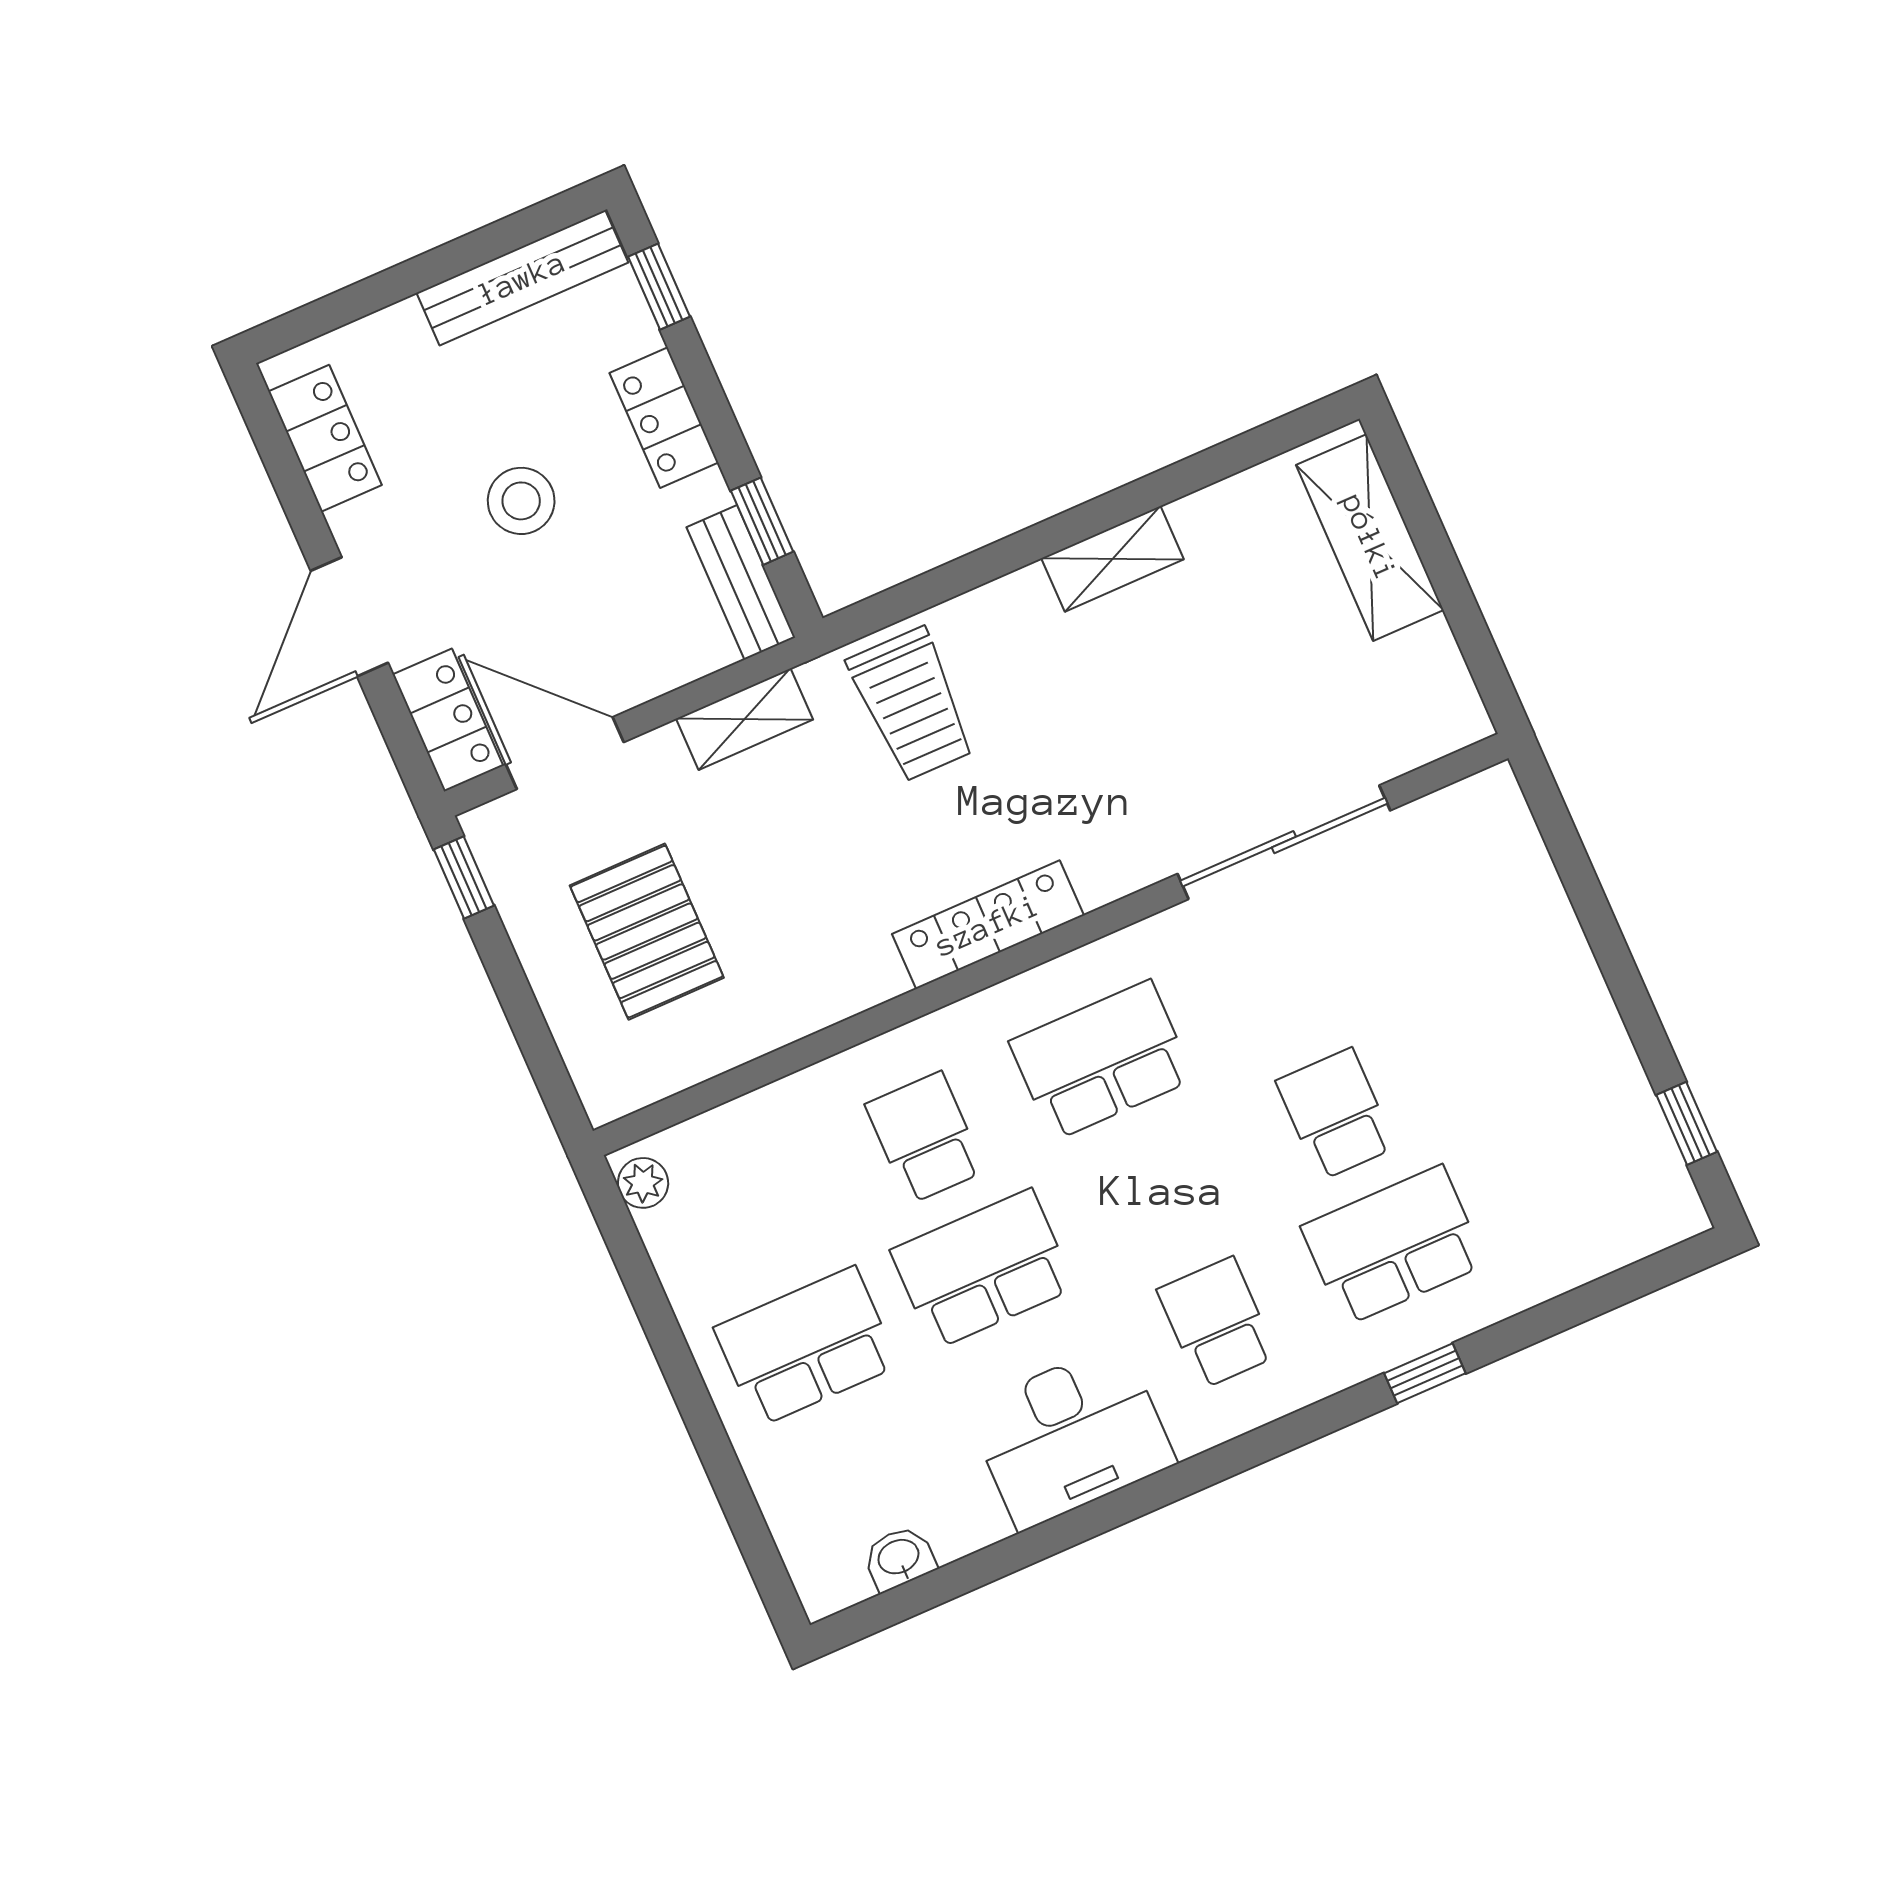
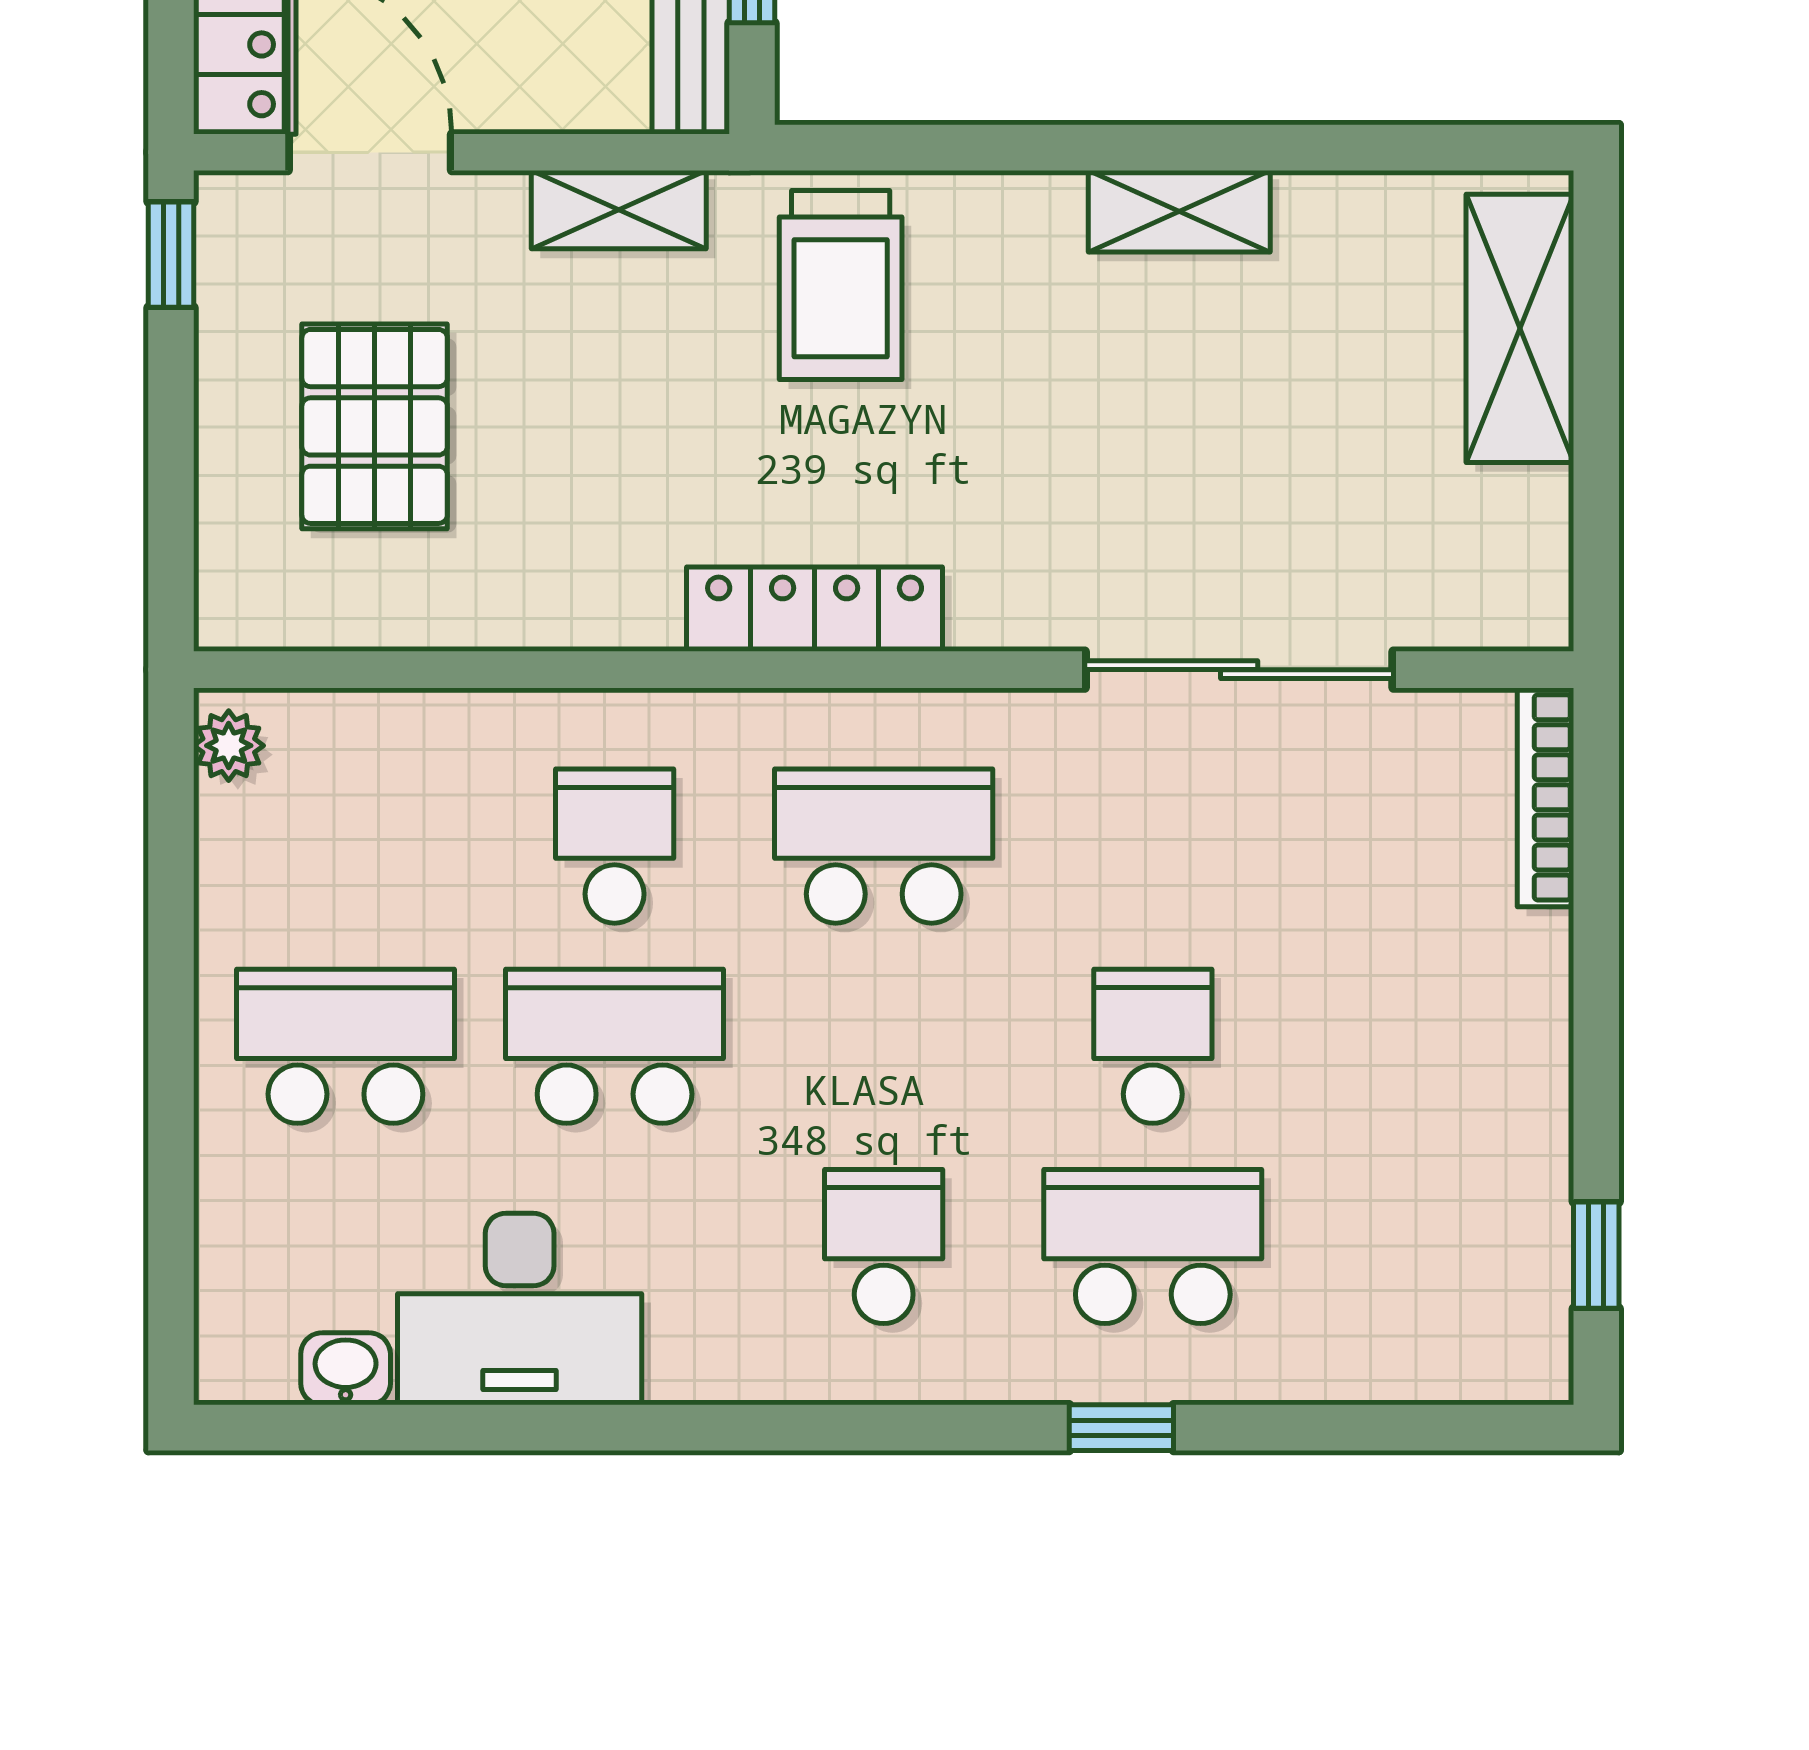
bookcase: (1522, 838) -> (1546, 797), added
desk: (1071, 1436) -> (520, 1309), moved

